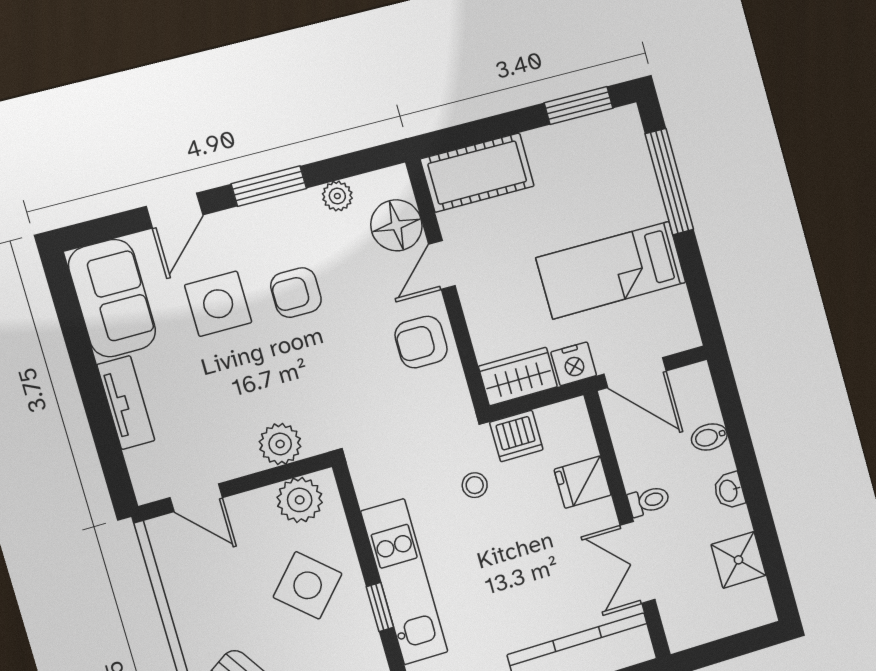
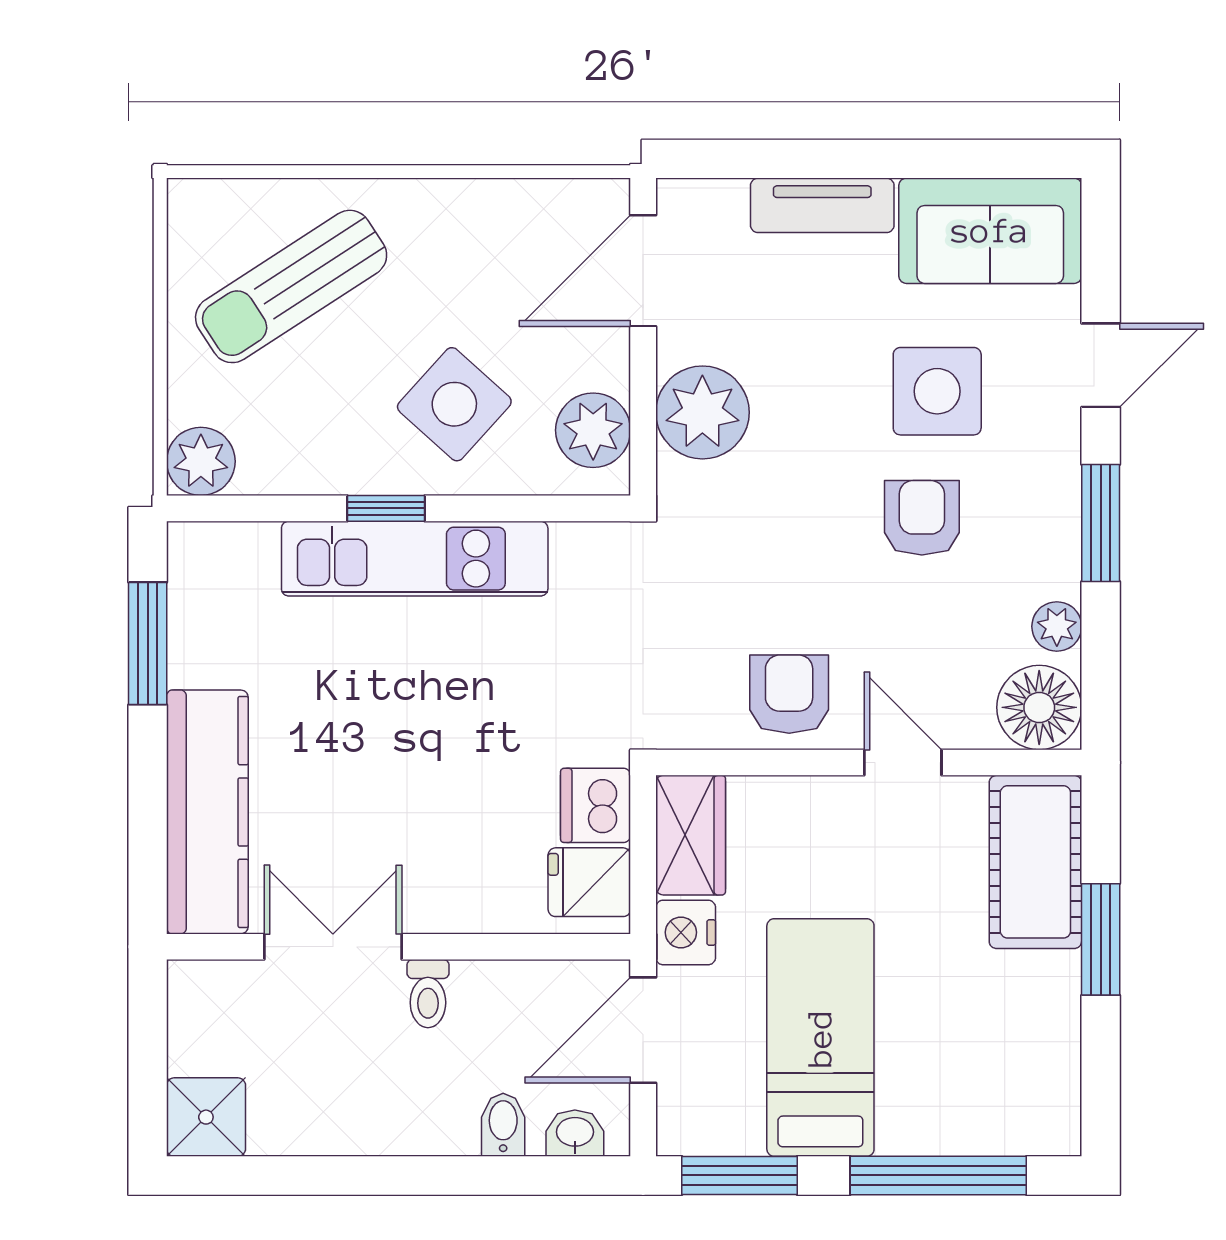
window: (579, 105) -> (1101, 939), moved
door: (174, 211) -> (1101, 365), swing flipped
floor lamp: (396, 225) -> (1039, 707), moved
window: (700, 295) -> (739, 1175), added
plant: (280, 444) -> (702, 412), width x1.36, depth x1.36
fridge: (583, 482) -> (589, 882), moved, turned -90
stool: (475, 485) -> (536, 715), removed
washbasin: (729, 491) -> (575, 1133), moved
door: (196, 498) -> (643, 271), width x1.38
shower: (738, 560) -> (206, 1117), moved

